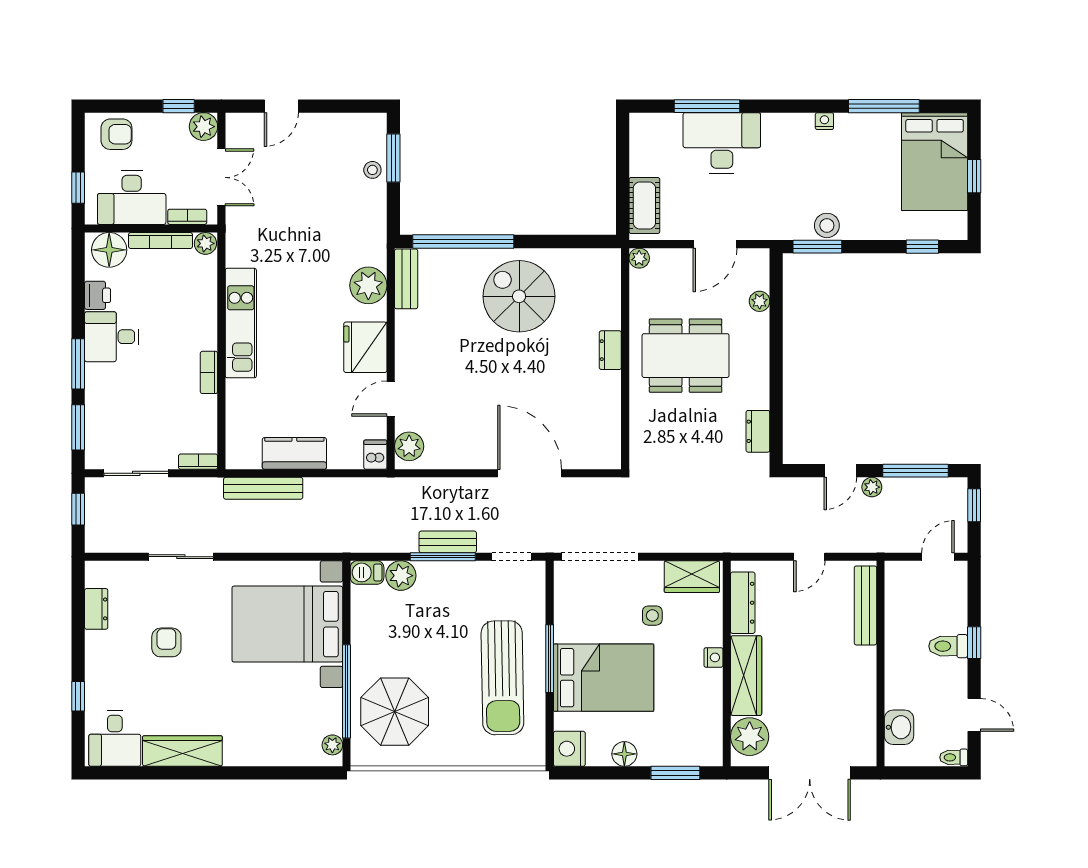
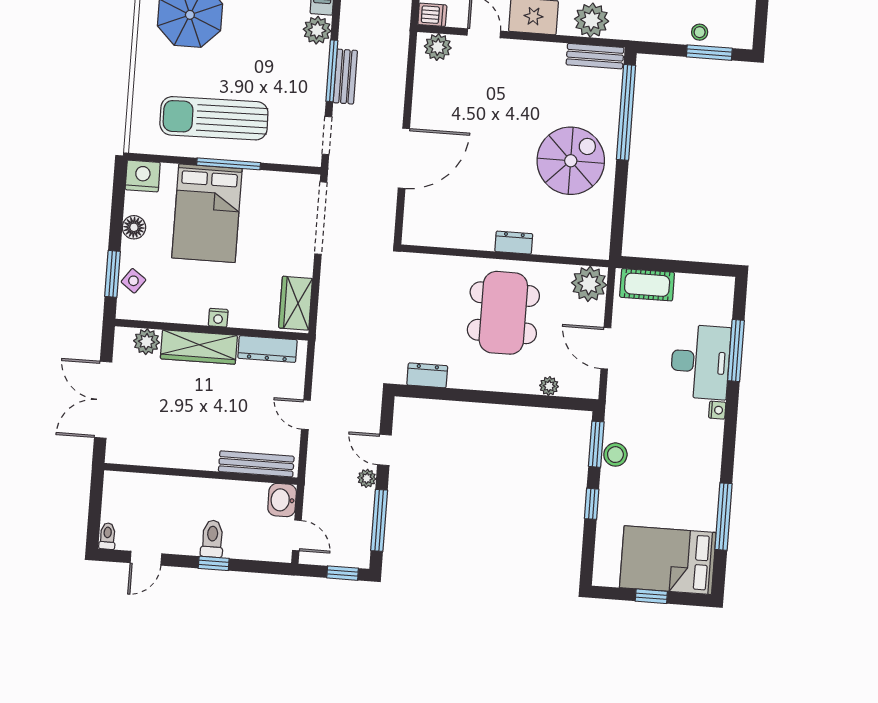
nightstand: (824, 121) -> (717, 410), moved
window: (922, 247) -> (592, 504), moved
plant: (639, 258) -> (589, 284), width x1.88, depth x1.88
side table: (652, 616) -> (133, 281), moved, turned 36
washbasin: (899, 727) -> (282, 500), moved, turned 90
plant: (750, 737) -> (147, 342), width x0.73, depth x0.73

